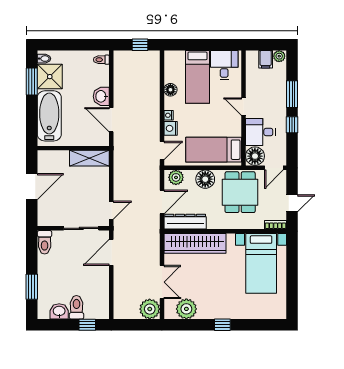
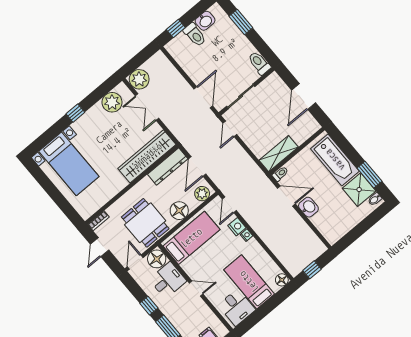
toilet: (101, 60) -> (280, 174), moved
floor lamp: (170, 90) -> (282, 280), moved
bed with nightstands: (261, 263) -> (69, 164), moved, turned 180

